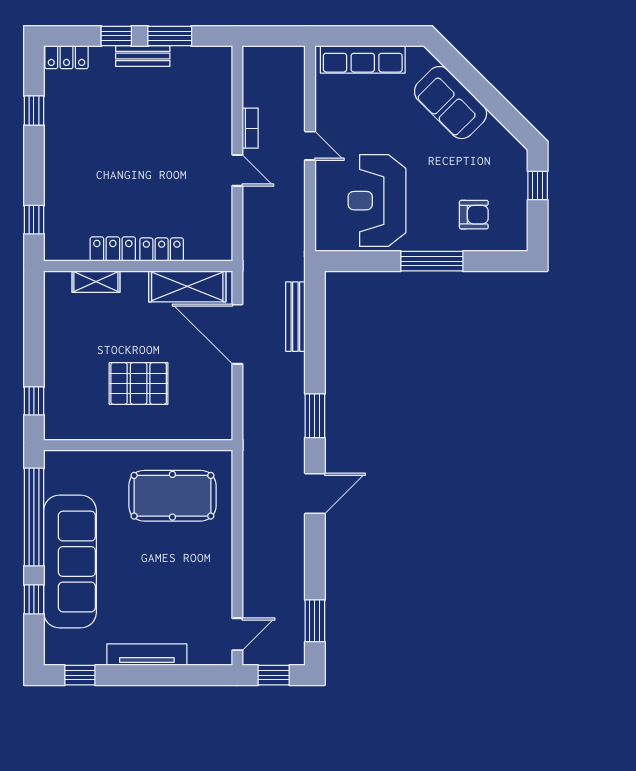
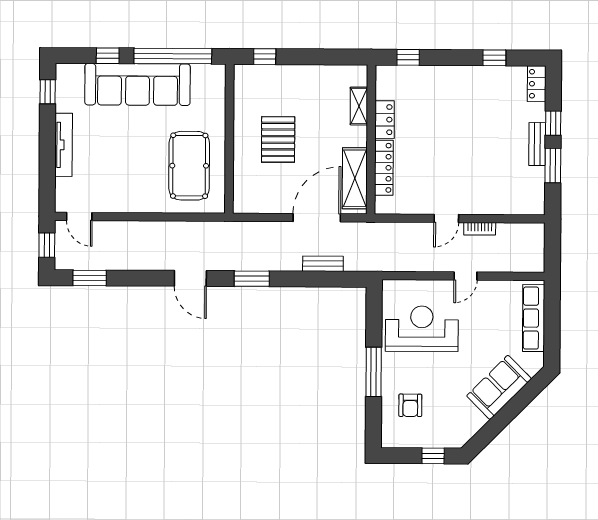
locker: (162, 250) -> (384, 168), width x1.53
bench: (295, 317) -> (323, 264), width x0.73

